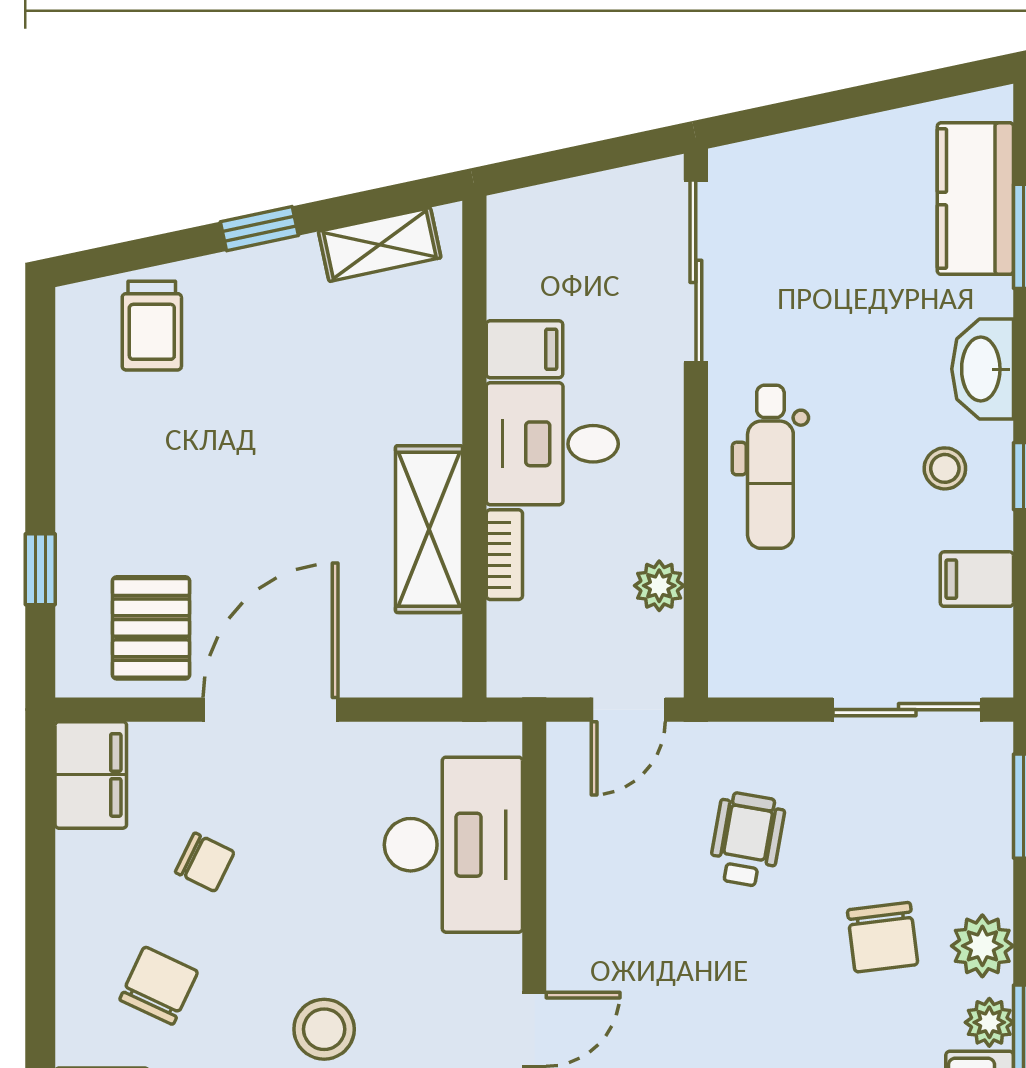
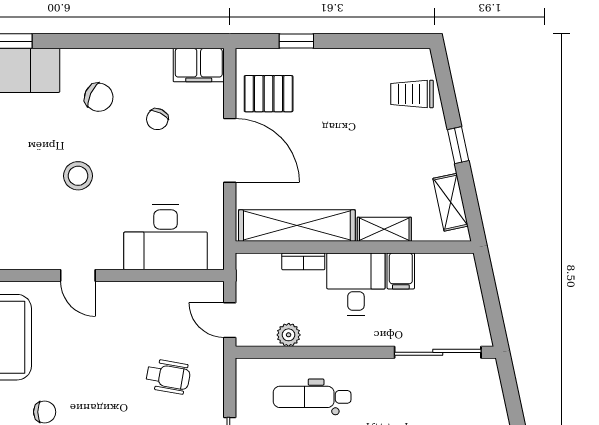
shelving: (437, 384) -> (384, 229), added
dental chair: (770, 467) -> (312, 397), moved
shelving: (429, 529) -> (297, 226), width x1.47

